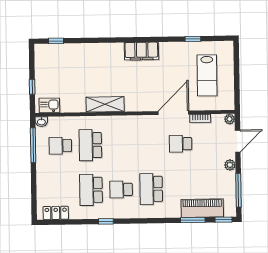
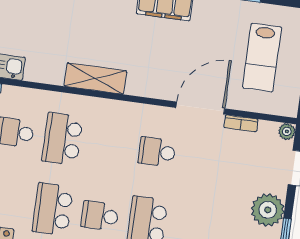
school desk: (181, 144) -> (157, 152), moved
plant: (230, 165) -> (268, 210), width x1.87, depth x1.87

